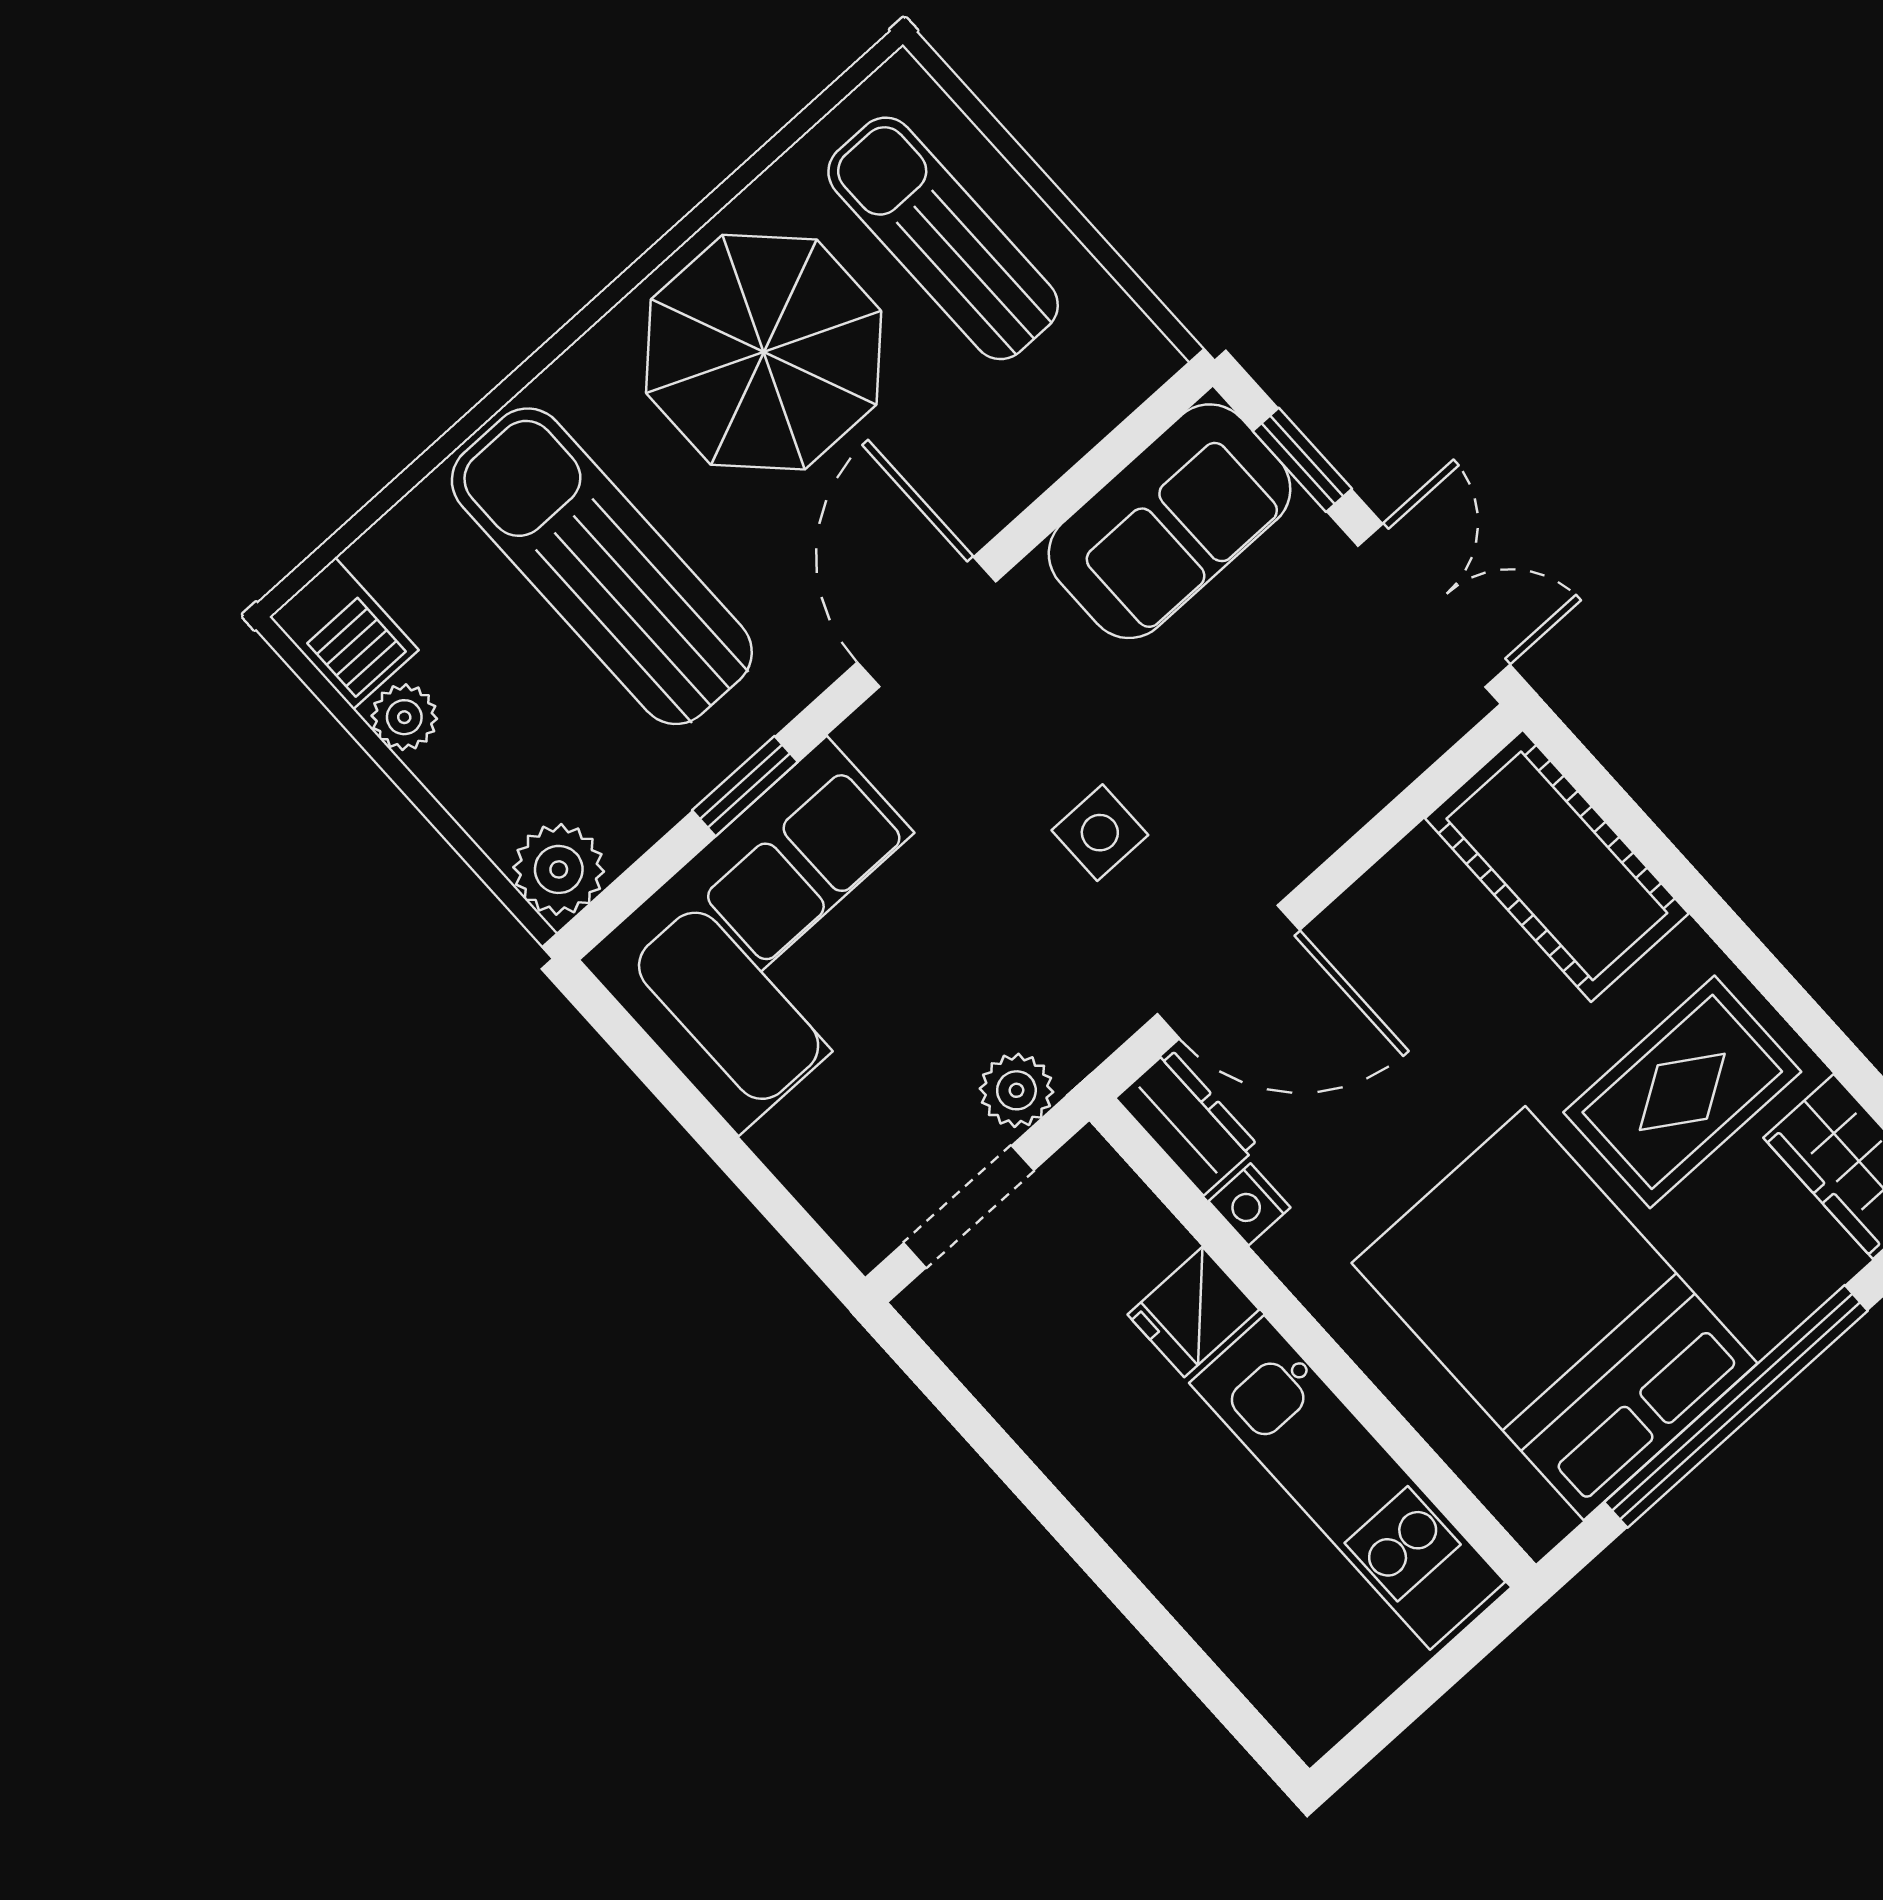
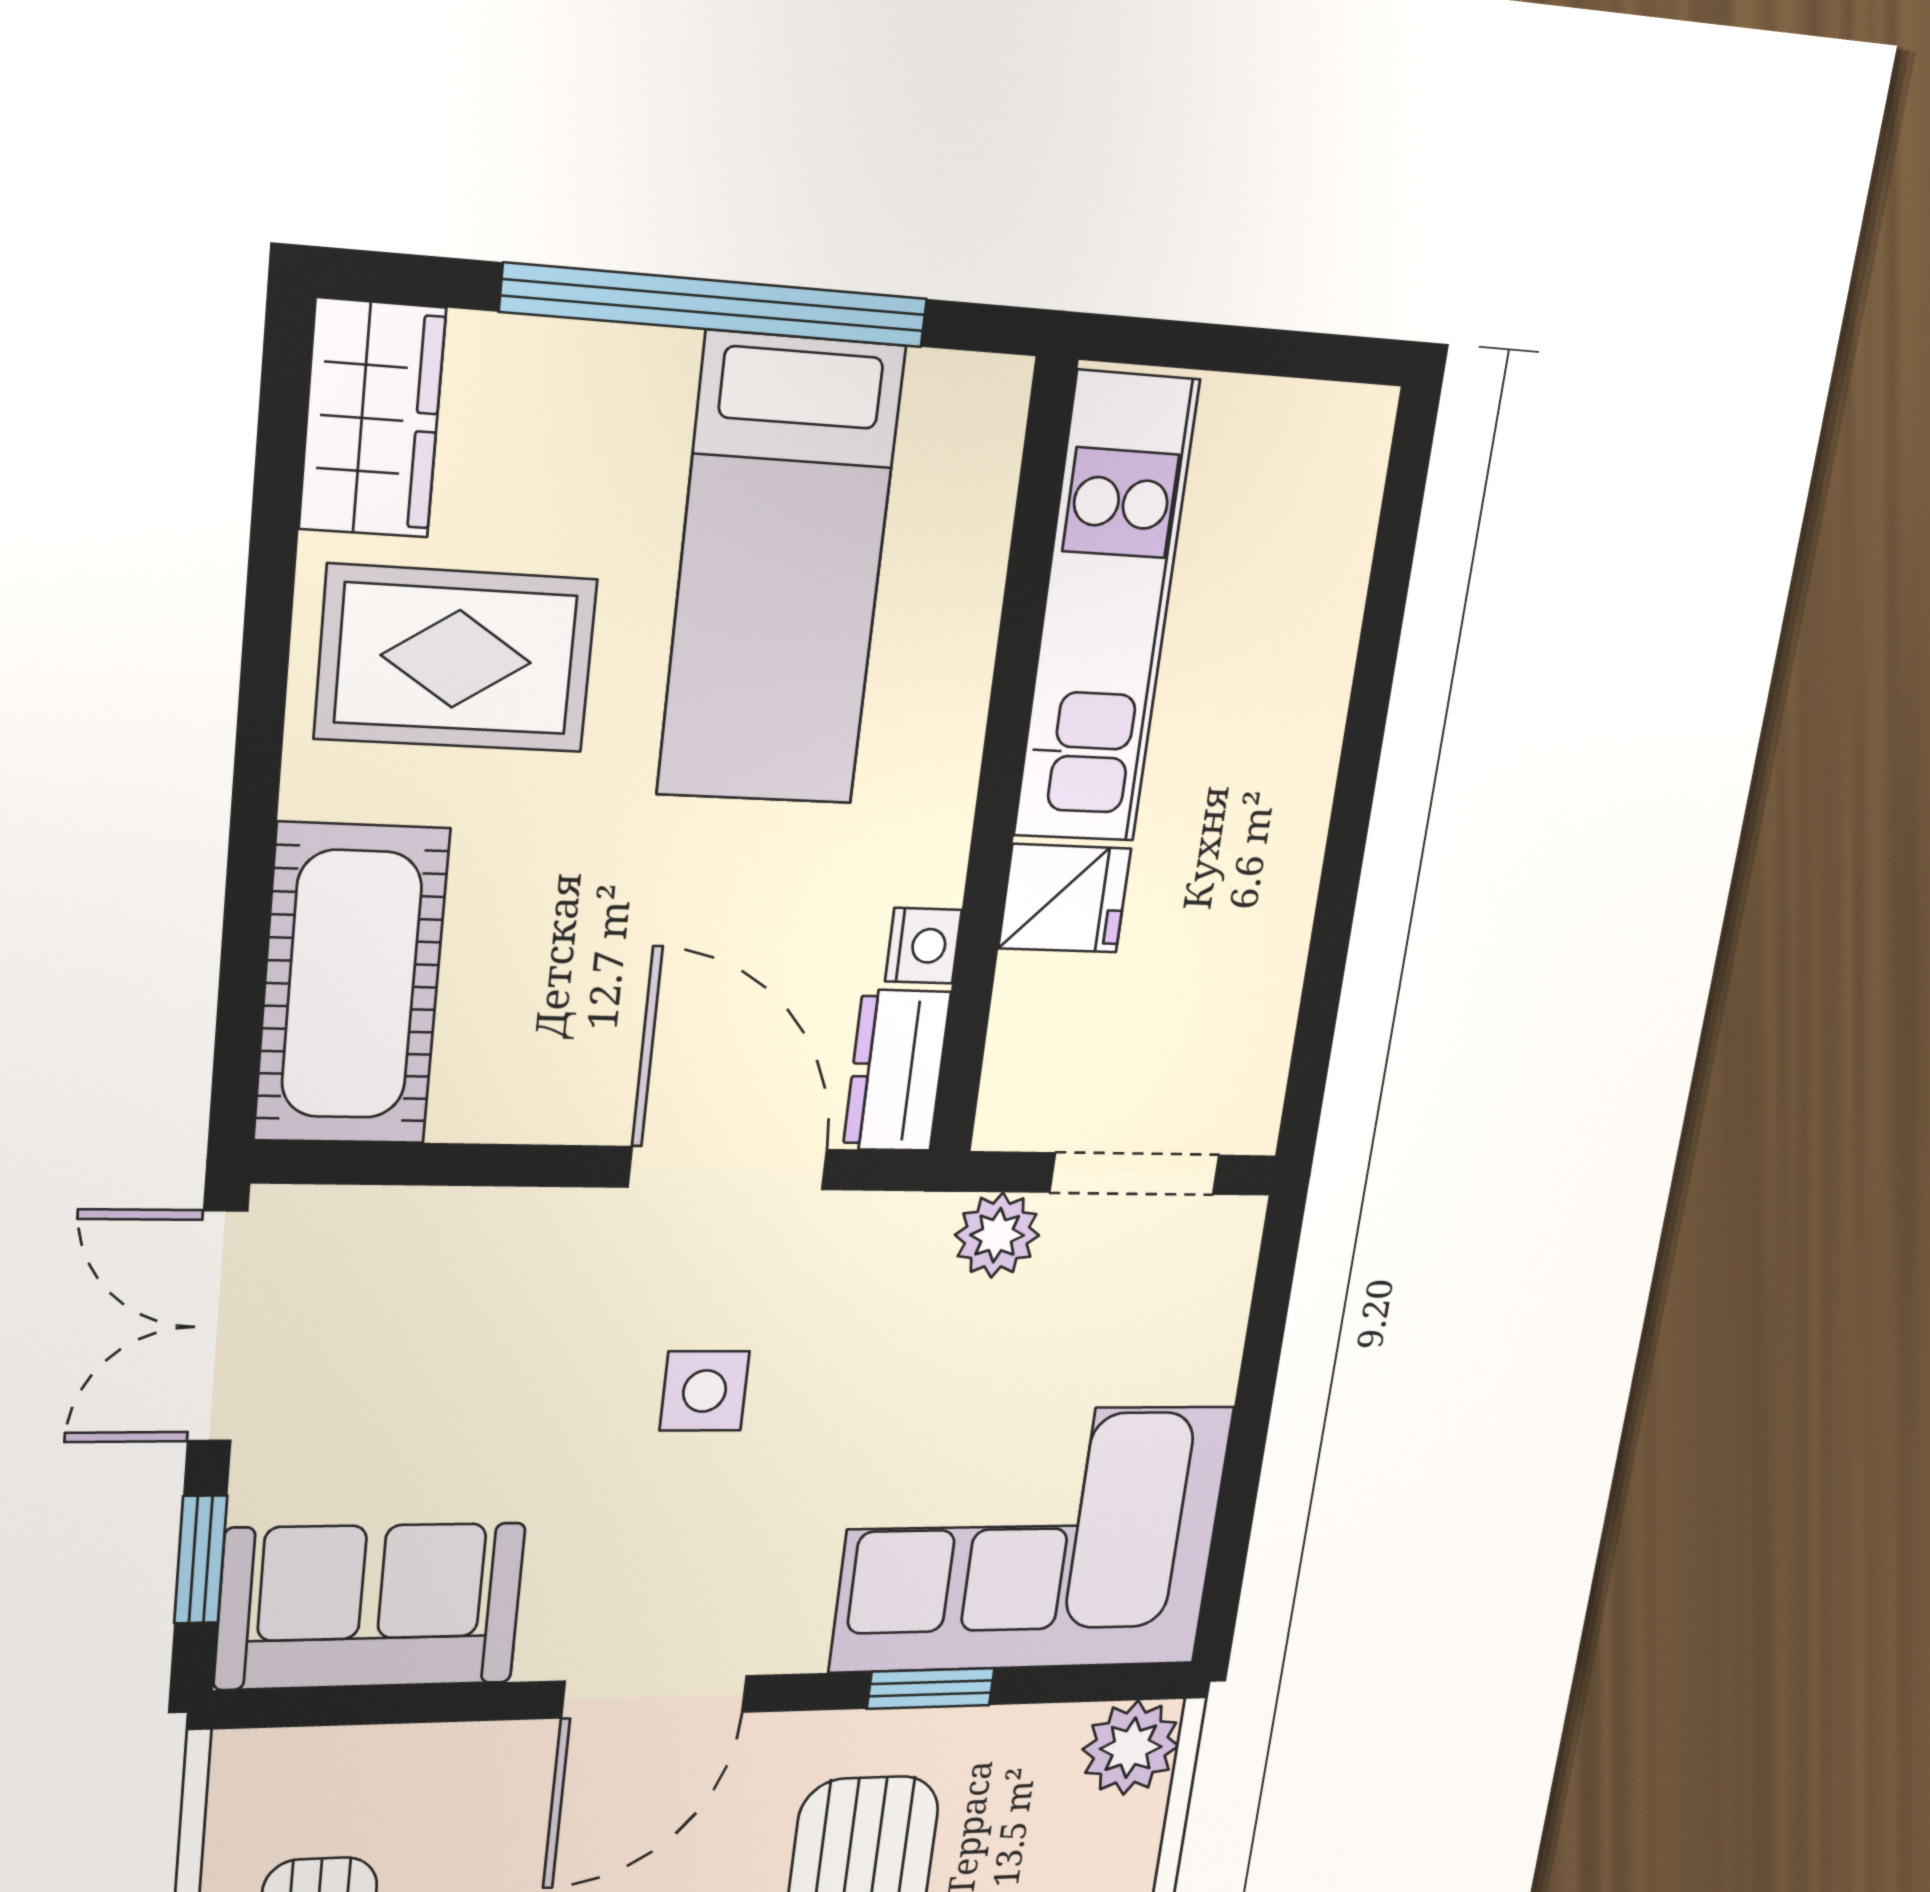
bed: (1555, 1313) -> (780, 572), width x0.67

